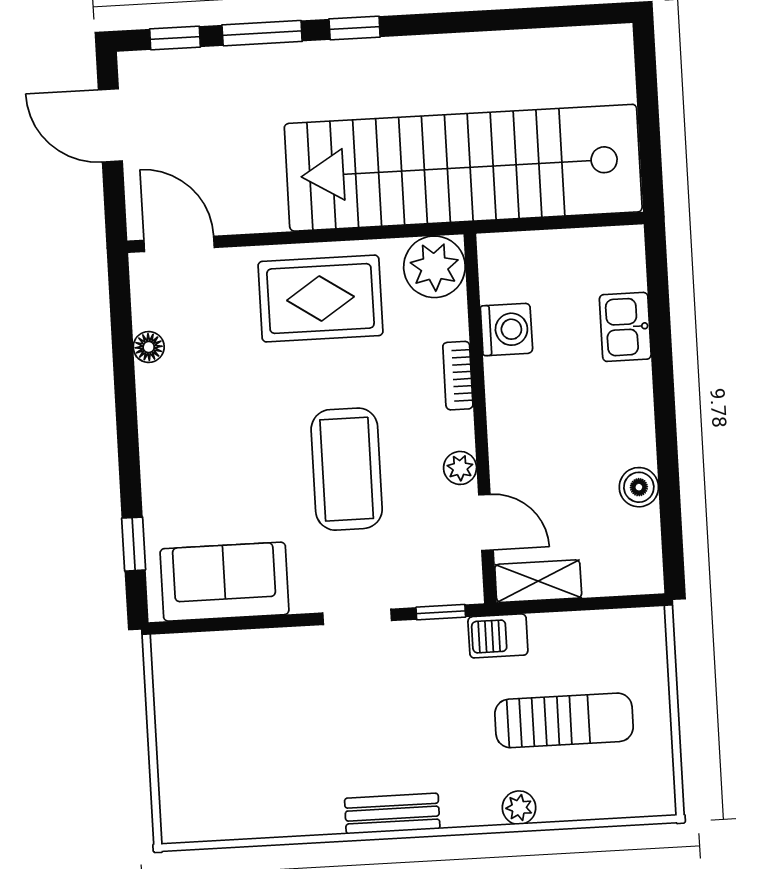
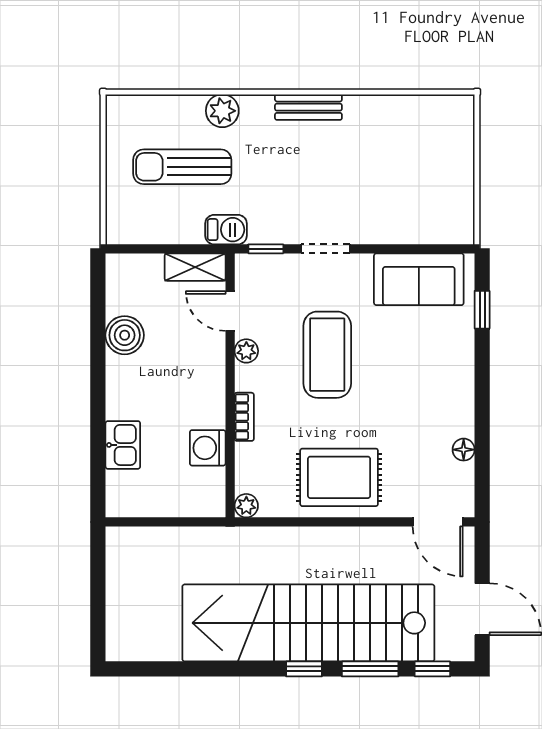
stairs: (463, 168) -> (308, 623), moved, turned 180
plant: (434, 267) -> (246, 506), width x0.53, depth x0.53
boiler: (639, 487) -> (125, 335), width x1.36, depth x1.36
plant: (519, 808) -> (222, 111), width x1.38, depth x1.38

